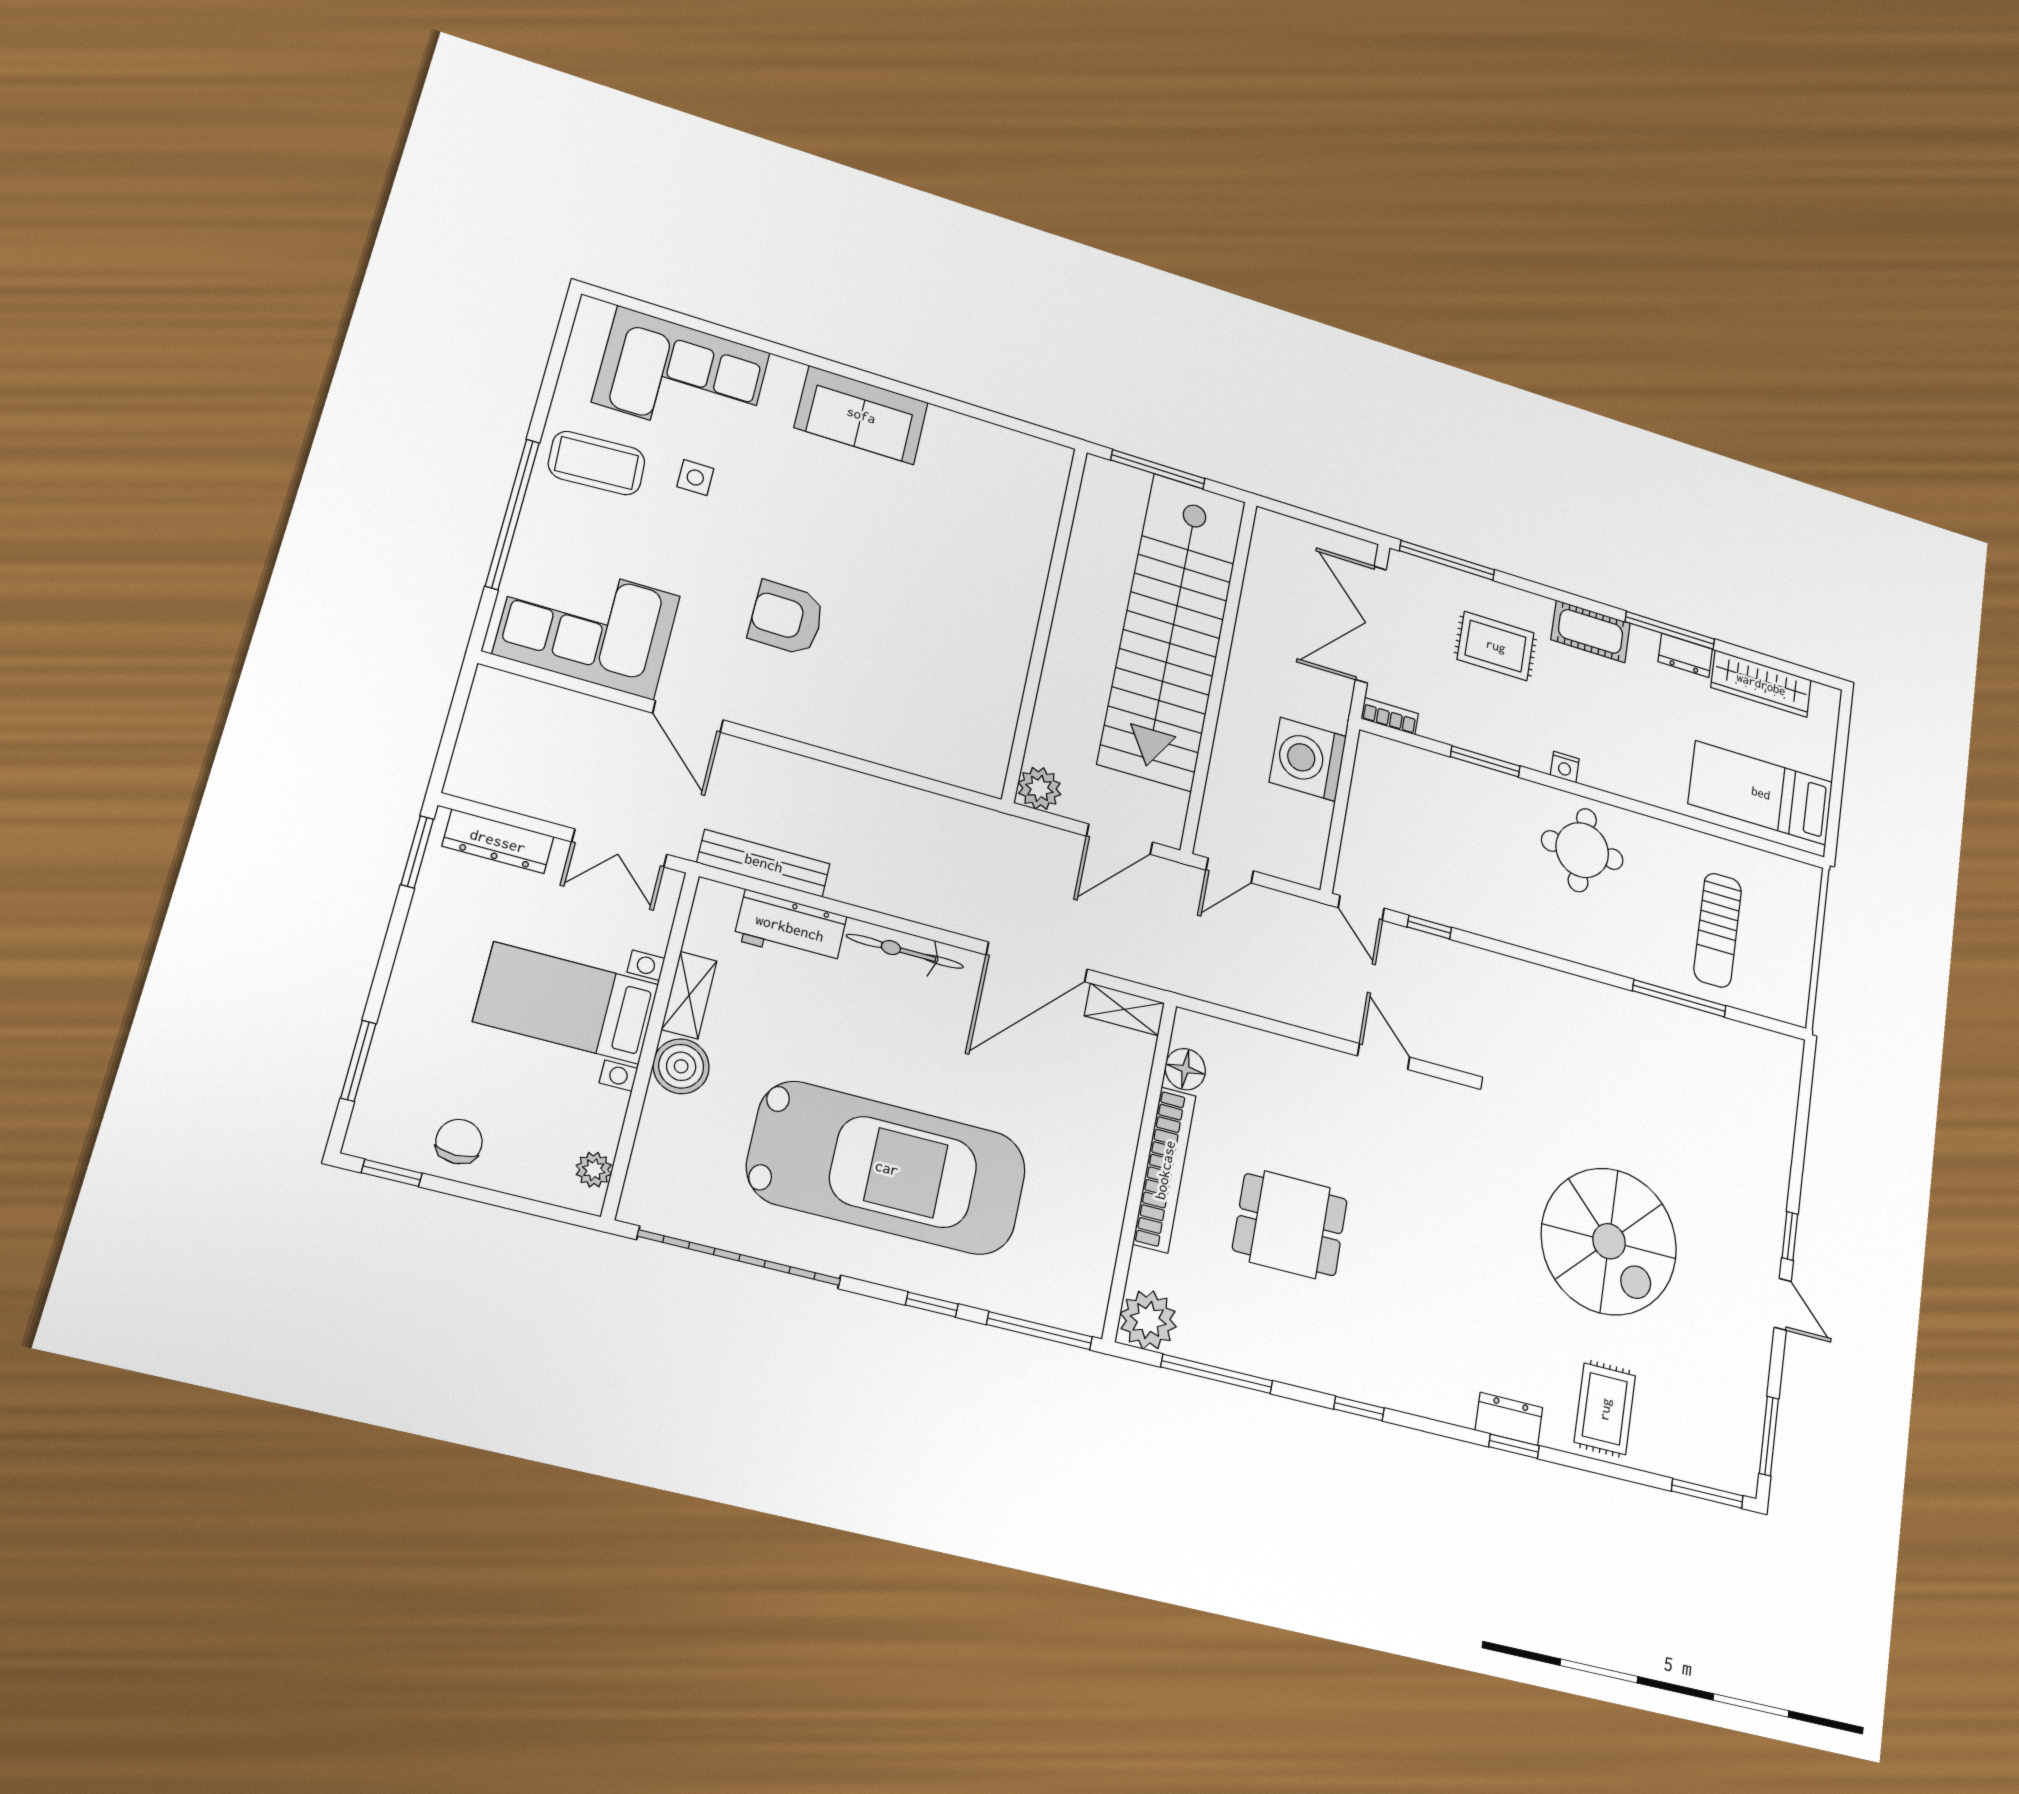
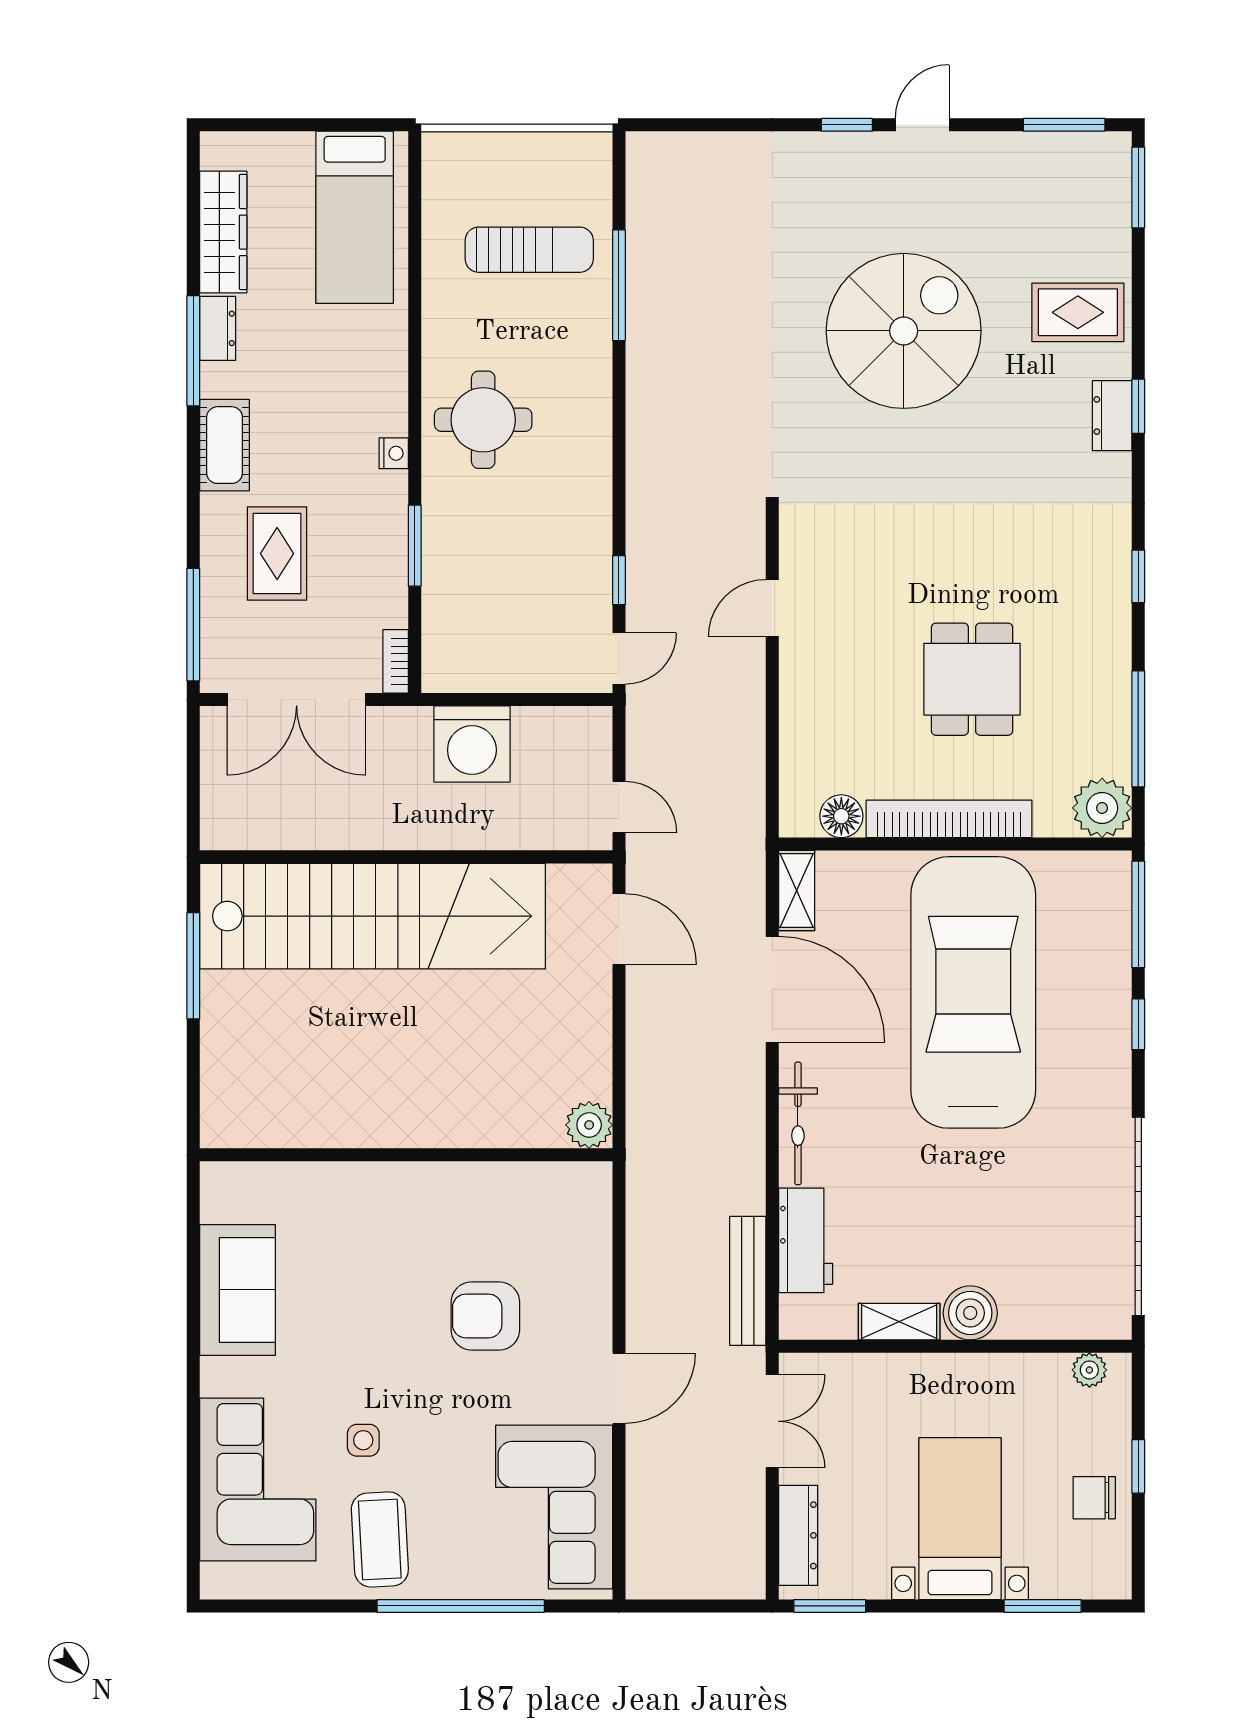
armchair: (787, 618) -> (485, 1316), turned 89
wall: (1045, 622) -> (406, 1155), moved
plant: (1039, 788) -> (589, 1125), moved
bed with nightstands: (566, 1003) -> (960, 1519), moved, turned 180
car: (887, 1168) -> (973, 992), moved
window: (392, 1173) -> (1138, 1466), moved

